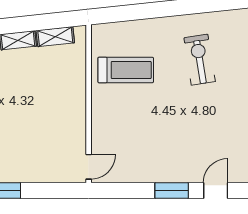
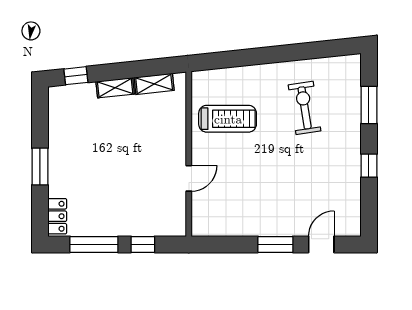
door: (89, 167) -> (189, 178), moved
window: (44, 191) -> (143, 244), added

